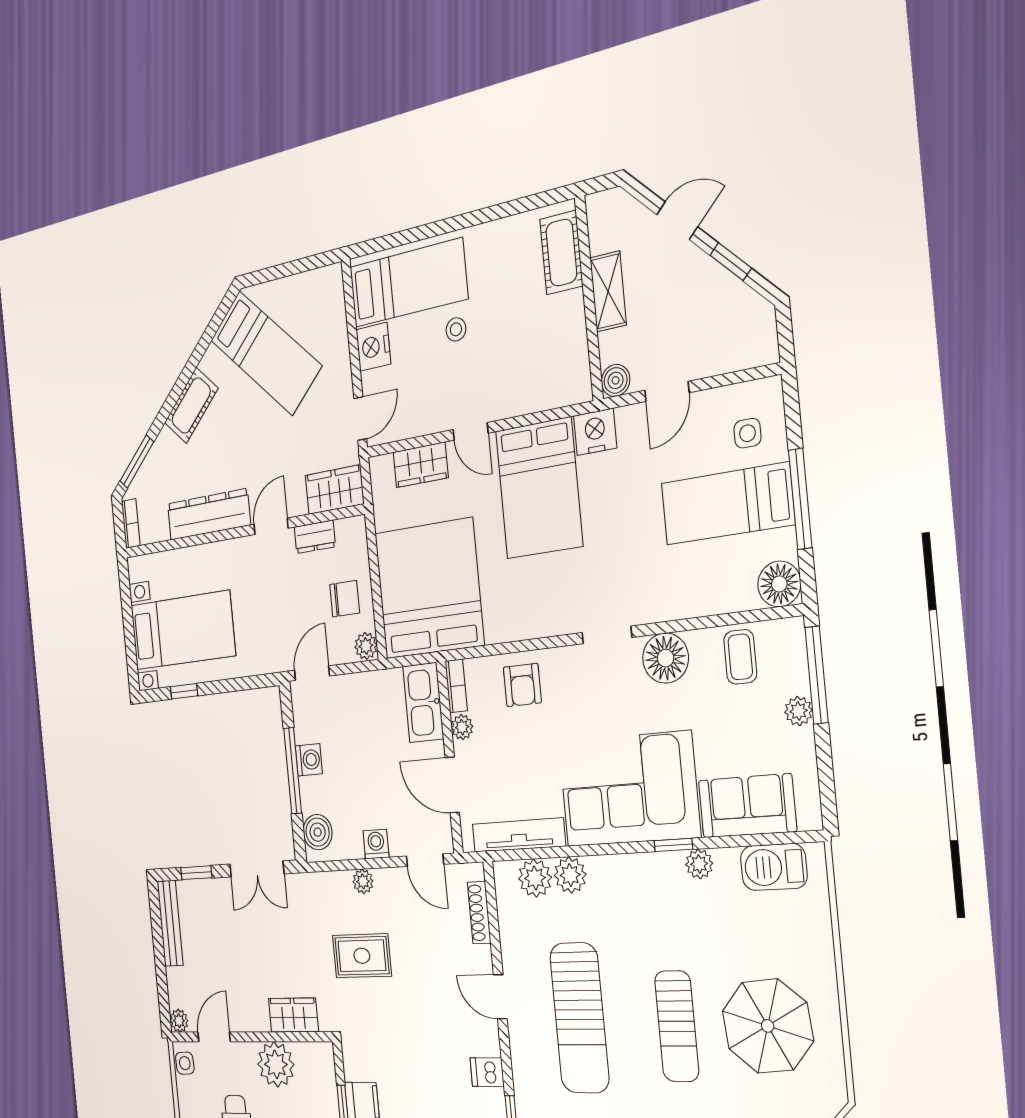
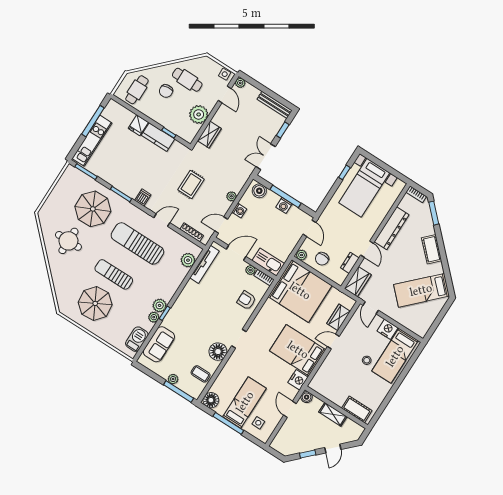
corner sofa: (629, 789) -> (191, 311), removed
plant: (570, 875) -> (160, 305), moved
rug: (362, 956) -> (191, 184), moved

